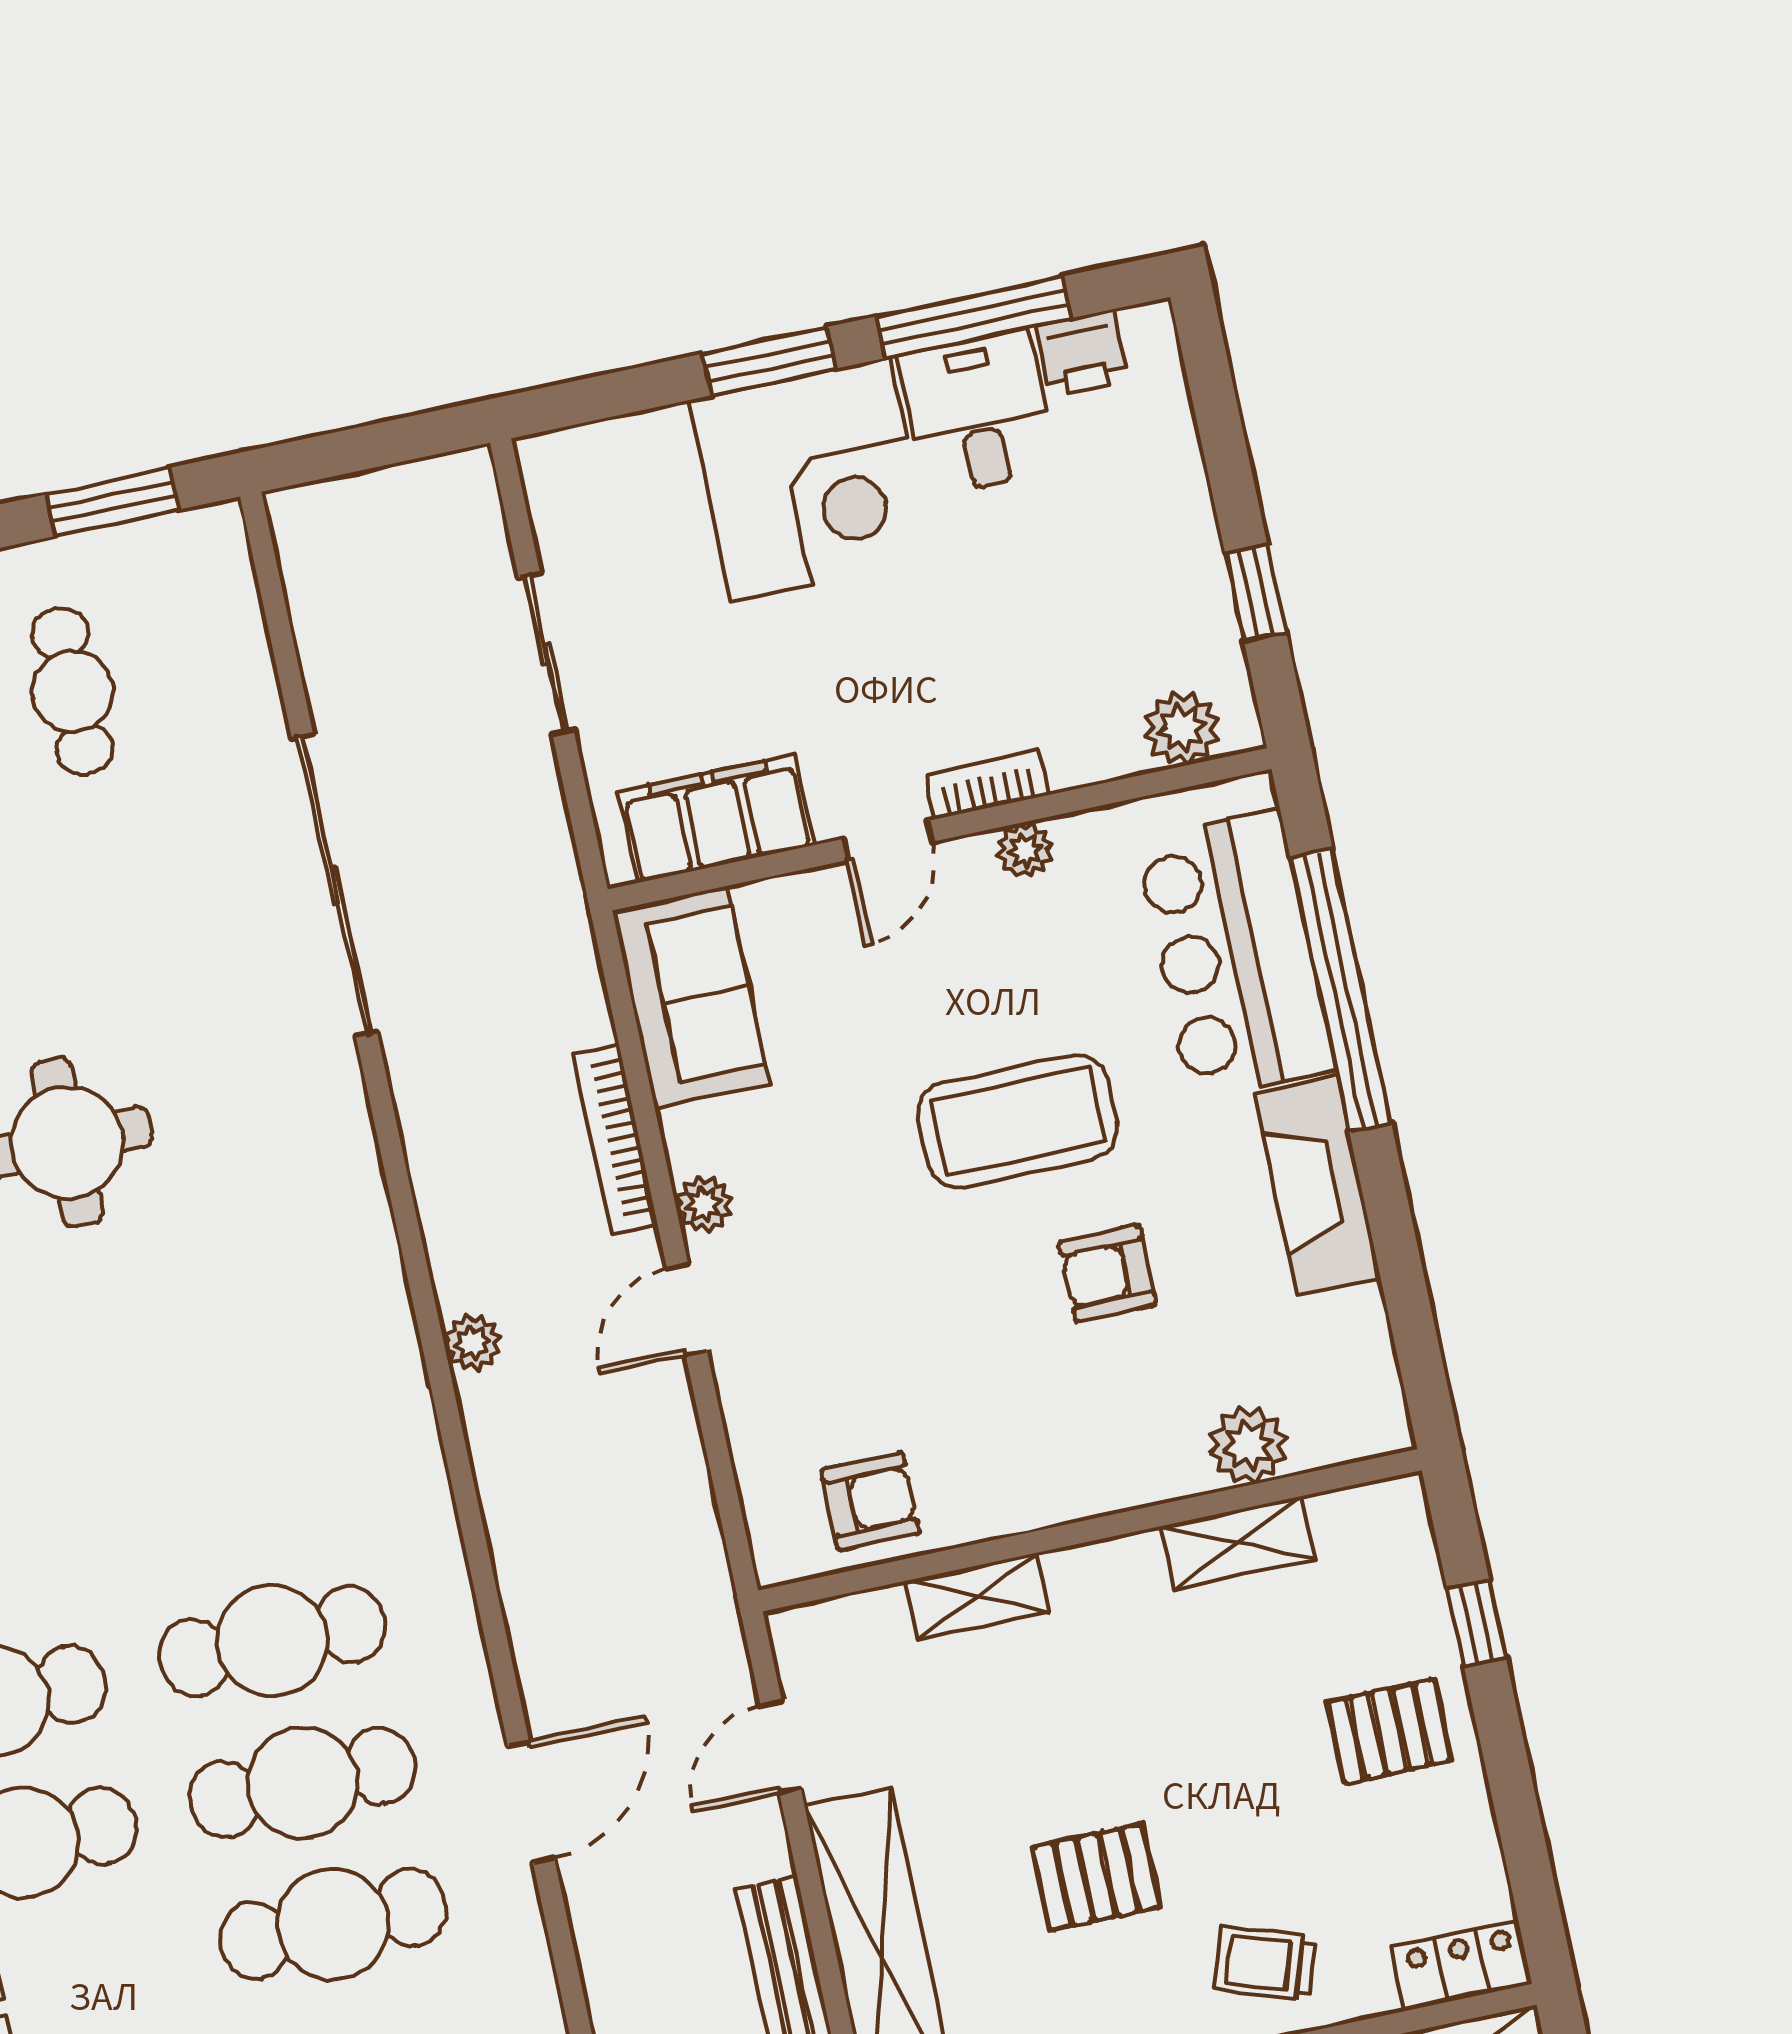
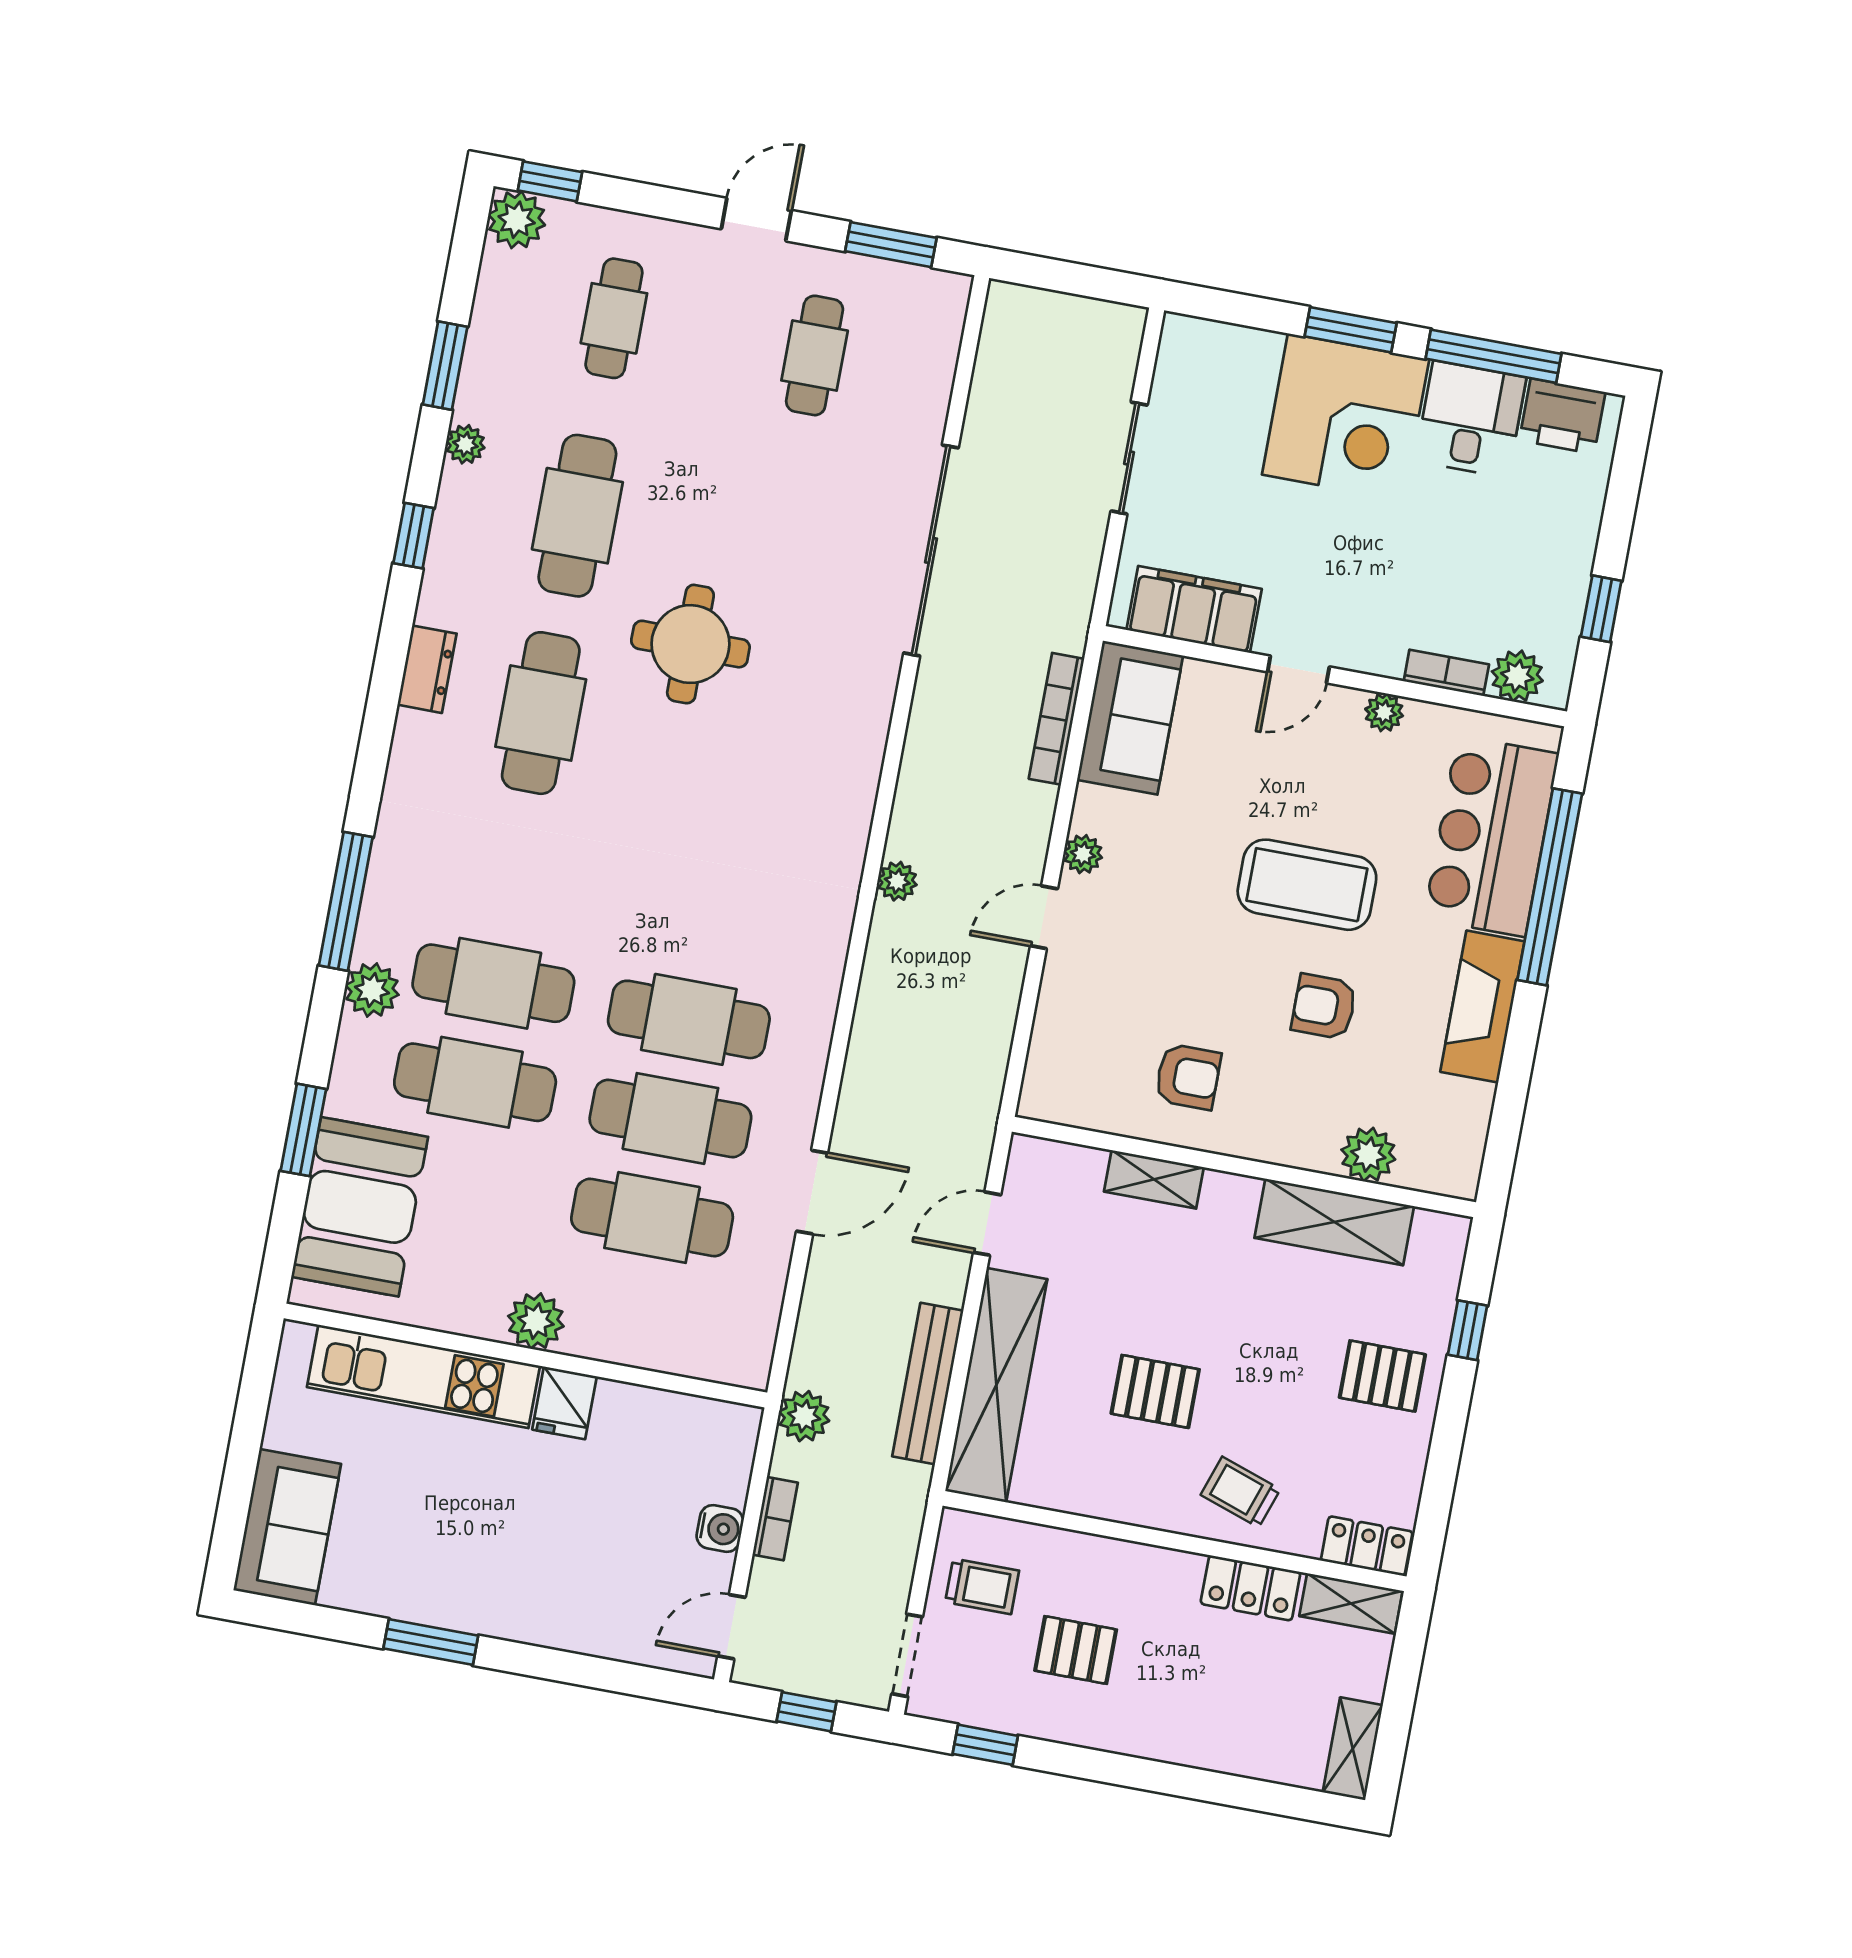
printer: (1082, 353) -> (1562, 416), width x1.36, depth x1.24
bookcase: (987, 784) -> (1446, 673), moved
bookcase: (615, 1139) -> (1057, 719), moved
armchair: (870, 1501) -> (1188, 1077), moved
shelving: (1238, 1543) -> (1334, 1222), width x1.50, depth x1.33

